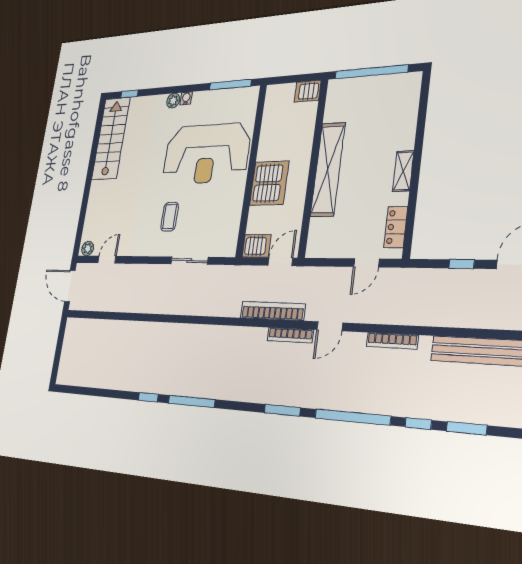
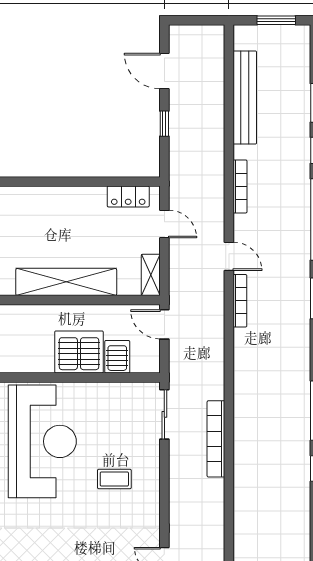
shelving: (403, 171) -> (151, 275), moved, turned 90
server rack: (257, 246) -> (117, 357), moved
sliding door: (189, 261) -> (164, 414), moved
bookcase: (273, 311) -> (216, 439), moved

